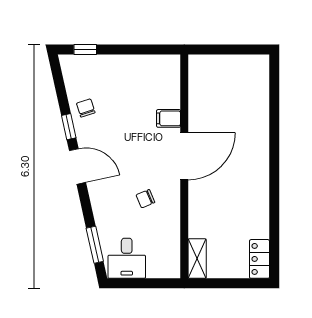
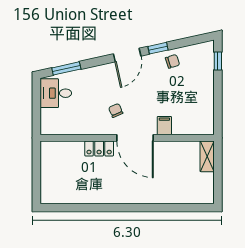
chair: (145, 199) -> (116, 110), moved
shelving: (197, 259) -> (207, 156), moved, turned 90
locker: (259, 259) -> (99, 149), moved, turned 180

